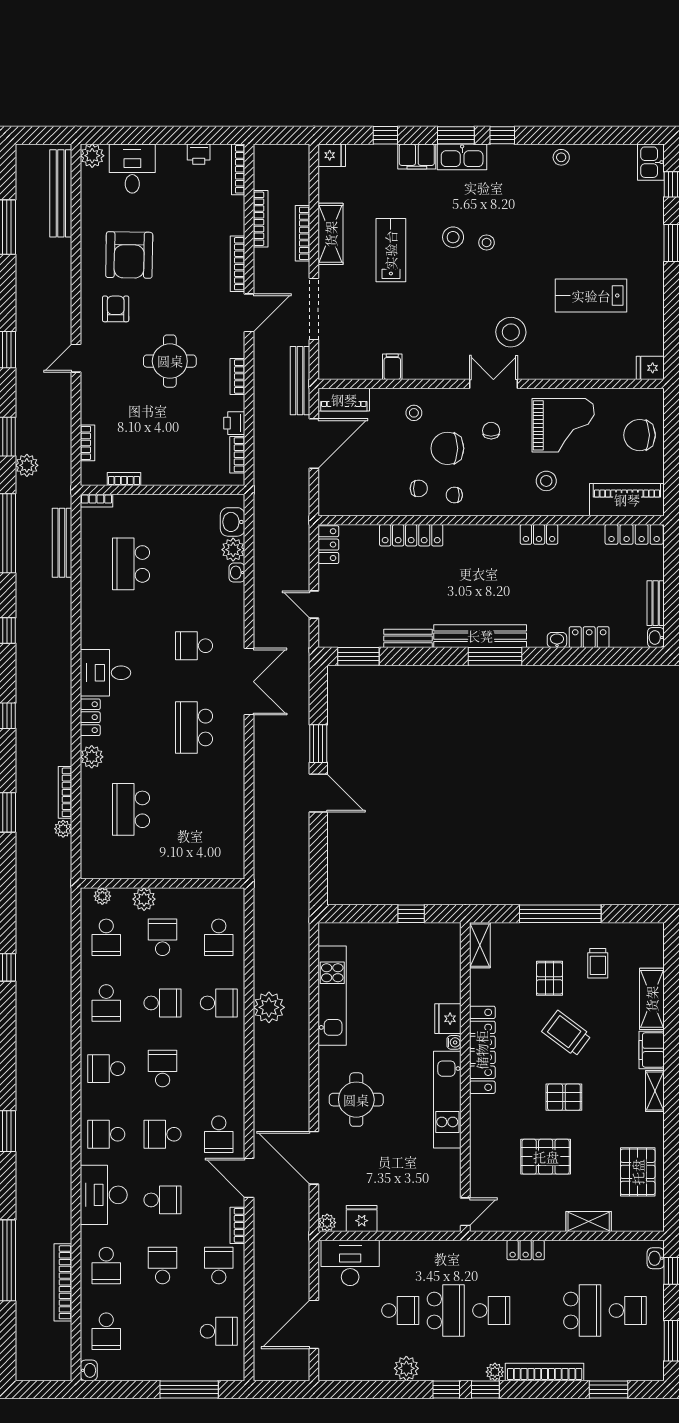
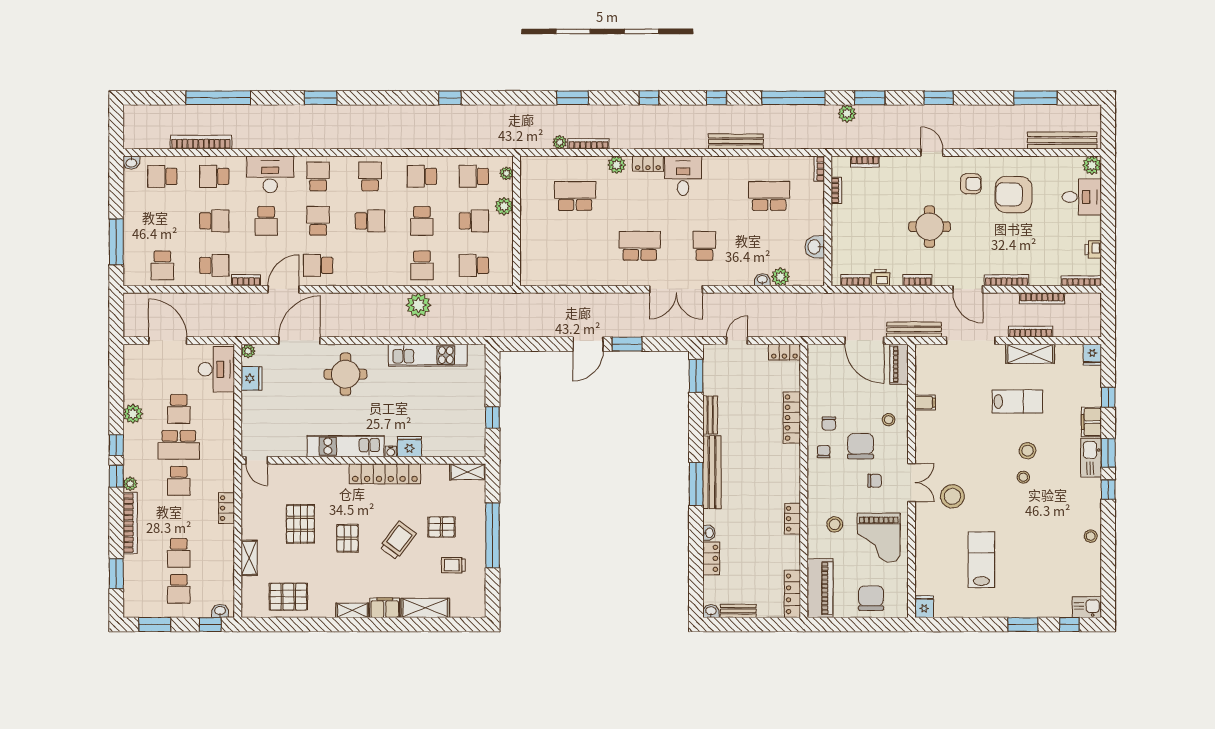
washbasin: (233, 522) -> (815, 247), moved, turned -90
bench: (62, 543) -> (736, 141), moved
school desk: (582, 1310) -> (179, 553), width x0.54

